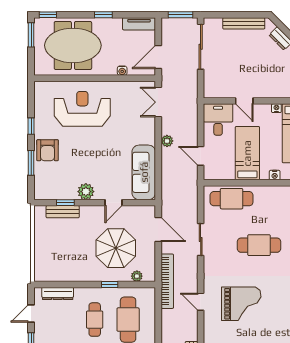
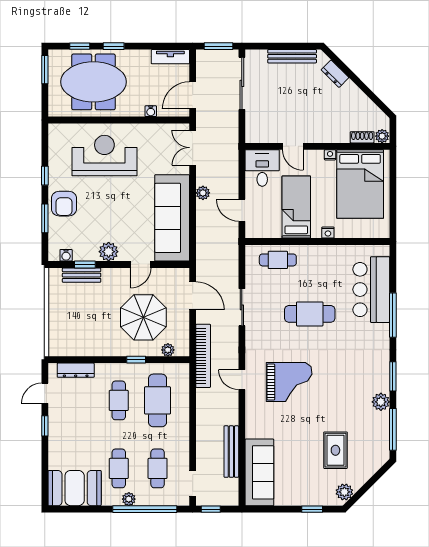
window: (48, 15) -> (80, 46), moved
window: (103, 15) -> (114, 46), moved
sofa: (144, 172) -> (172, 218), width x1.36, depth x1.27
water cooler: (49, 195) -> (66, 255), added
cafe table: (232, 199) -> (278, 260), width x0.73, depth x0.74

